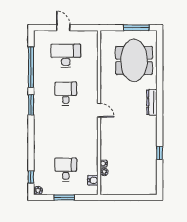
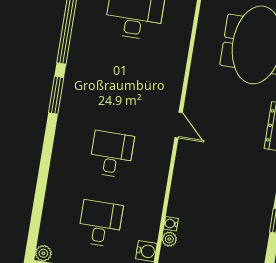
desk: (66, 94) -> (112, 154), moved
window: (31, 177) -> (35, 227), removed

